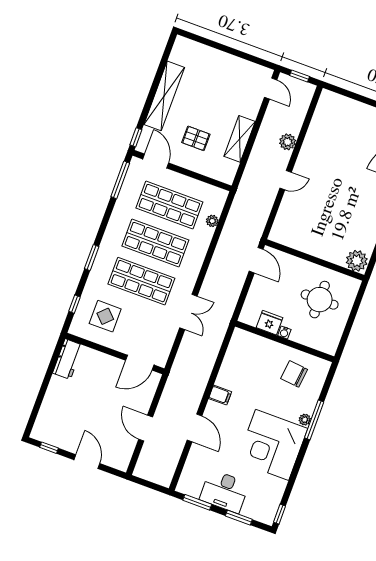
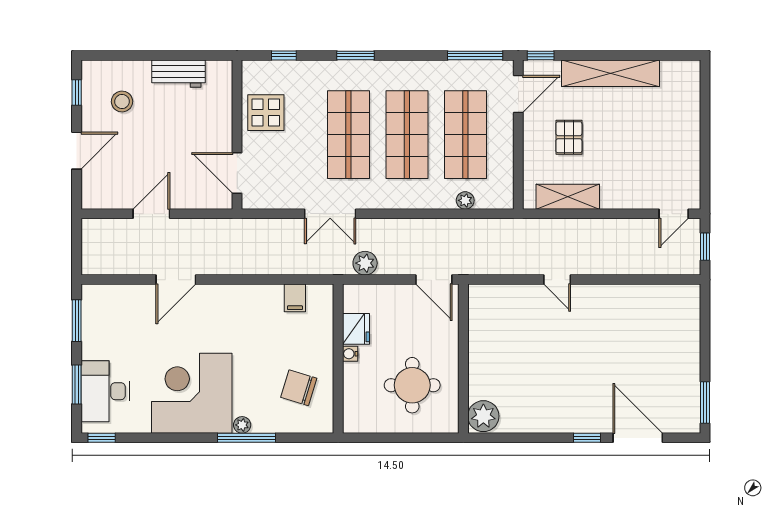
shelving: (240, 139) -> (568, 197), moved
plant: (288, 142) -> (365, 263), moved
door: (256, 260) -> (434, 280), hinge flipped
display table: (105, 316) -> (266, 113), moved
workbench: (68, 359) -> (179, 74), moved
chair: (294, 374) -> (299, 388), turned -79
filing cabinet: (220, 395) -> (295, 298), moved
stool: (66, 420) -> (122, 102), added
desk: (224, 491) -> (105, 391), moved

